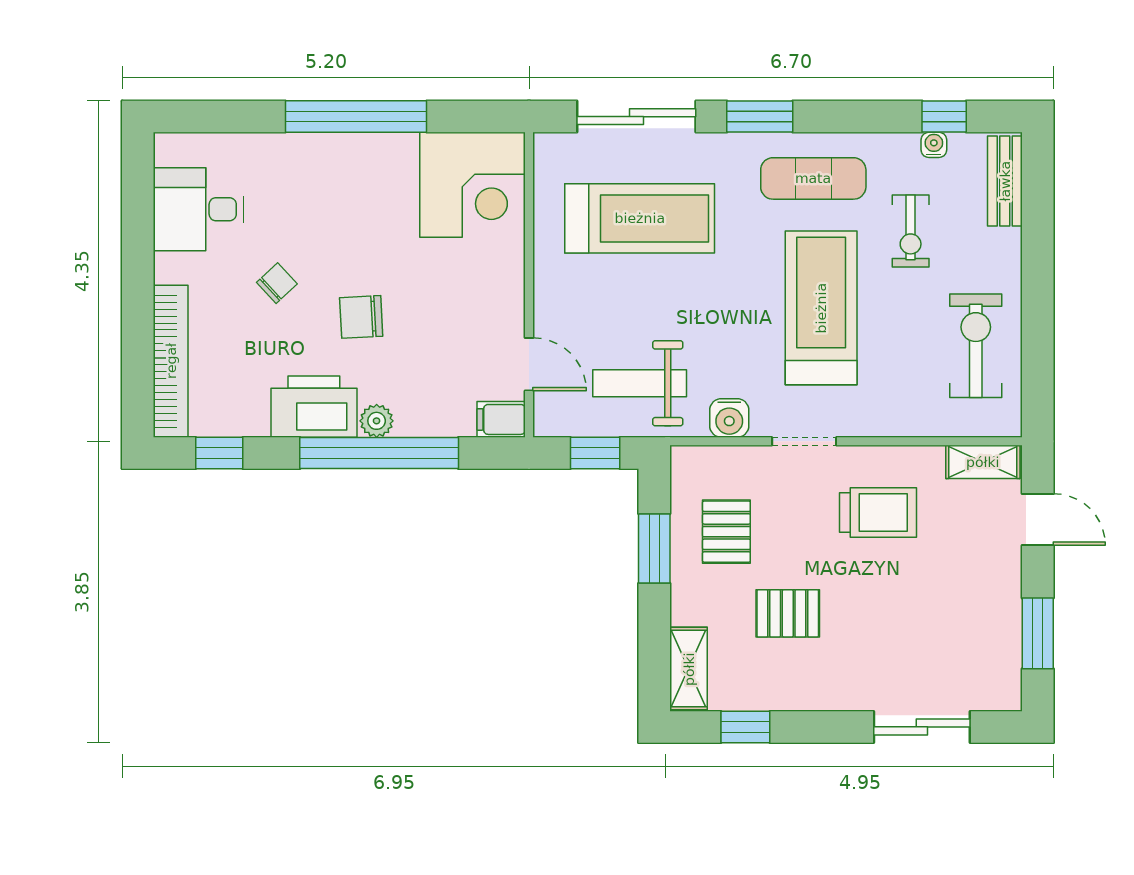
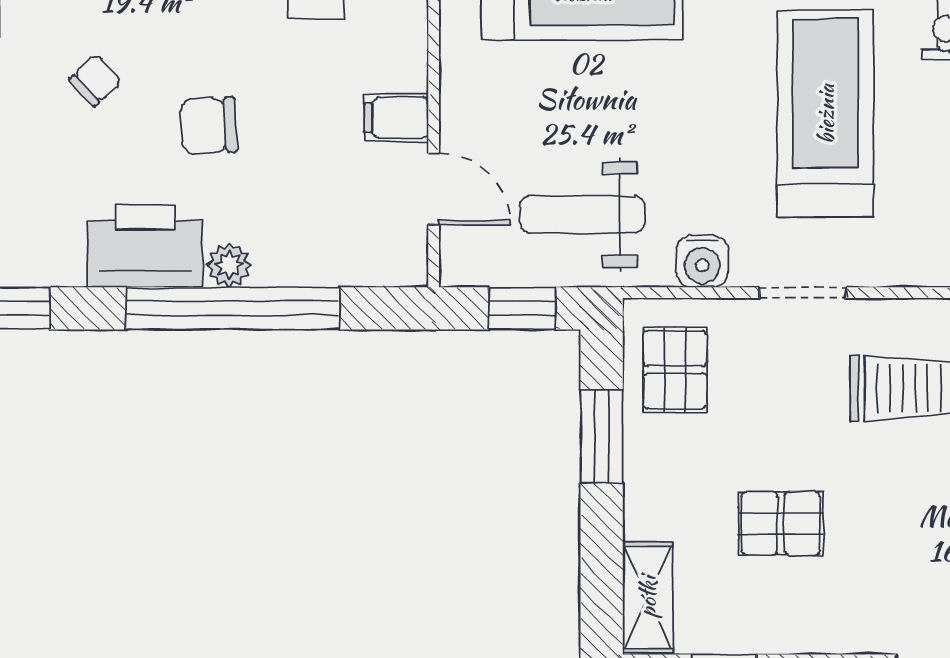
filing cabinet: (501, 419) -> (396, 118), moved
pallet: (726, 532) -> (675, 370), moved

